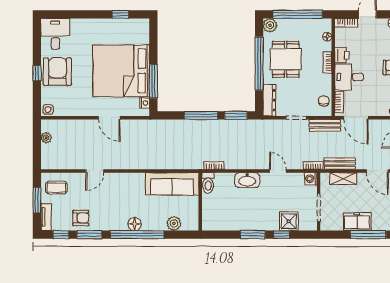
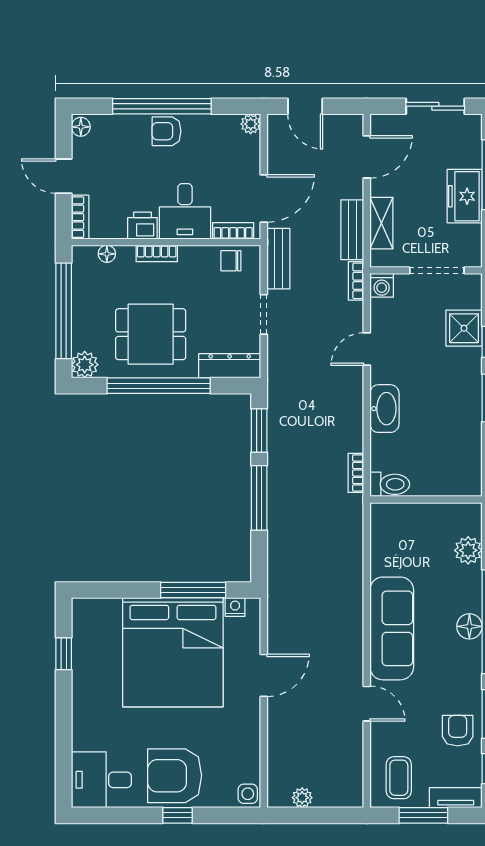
sofa: (172, 184) -> (392, 628), moved

